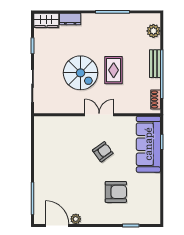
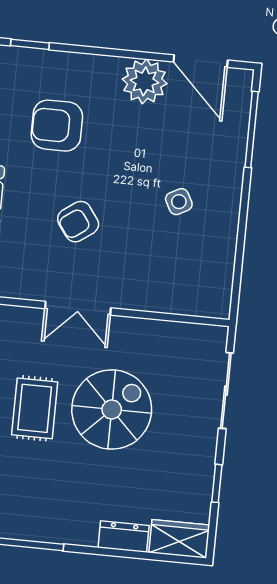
spiral stairs: (81, 73) -> (112, 410), turned 90
side table: (61, 165) -> (179, 202), added
plant: (76, 219) -> (145, 81), width x1.88, depth x1.88

